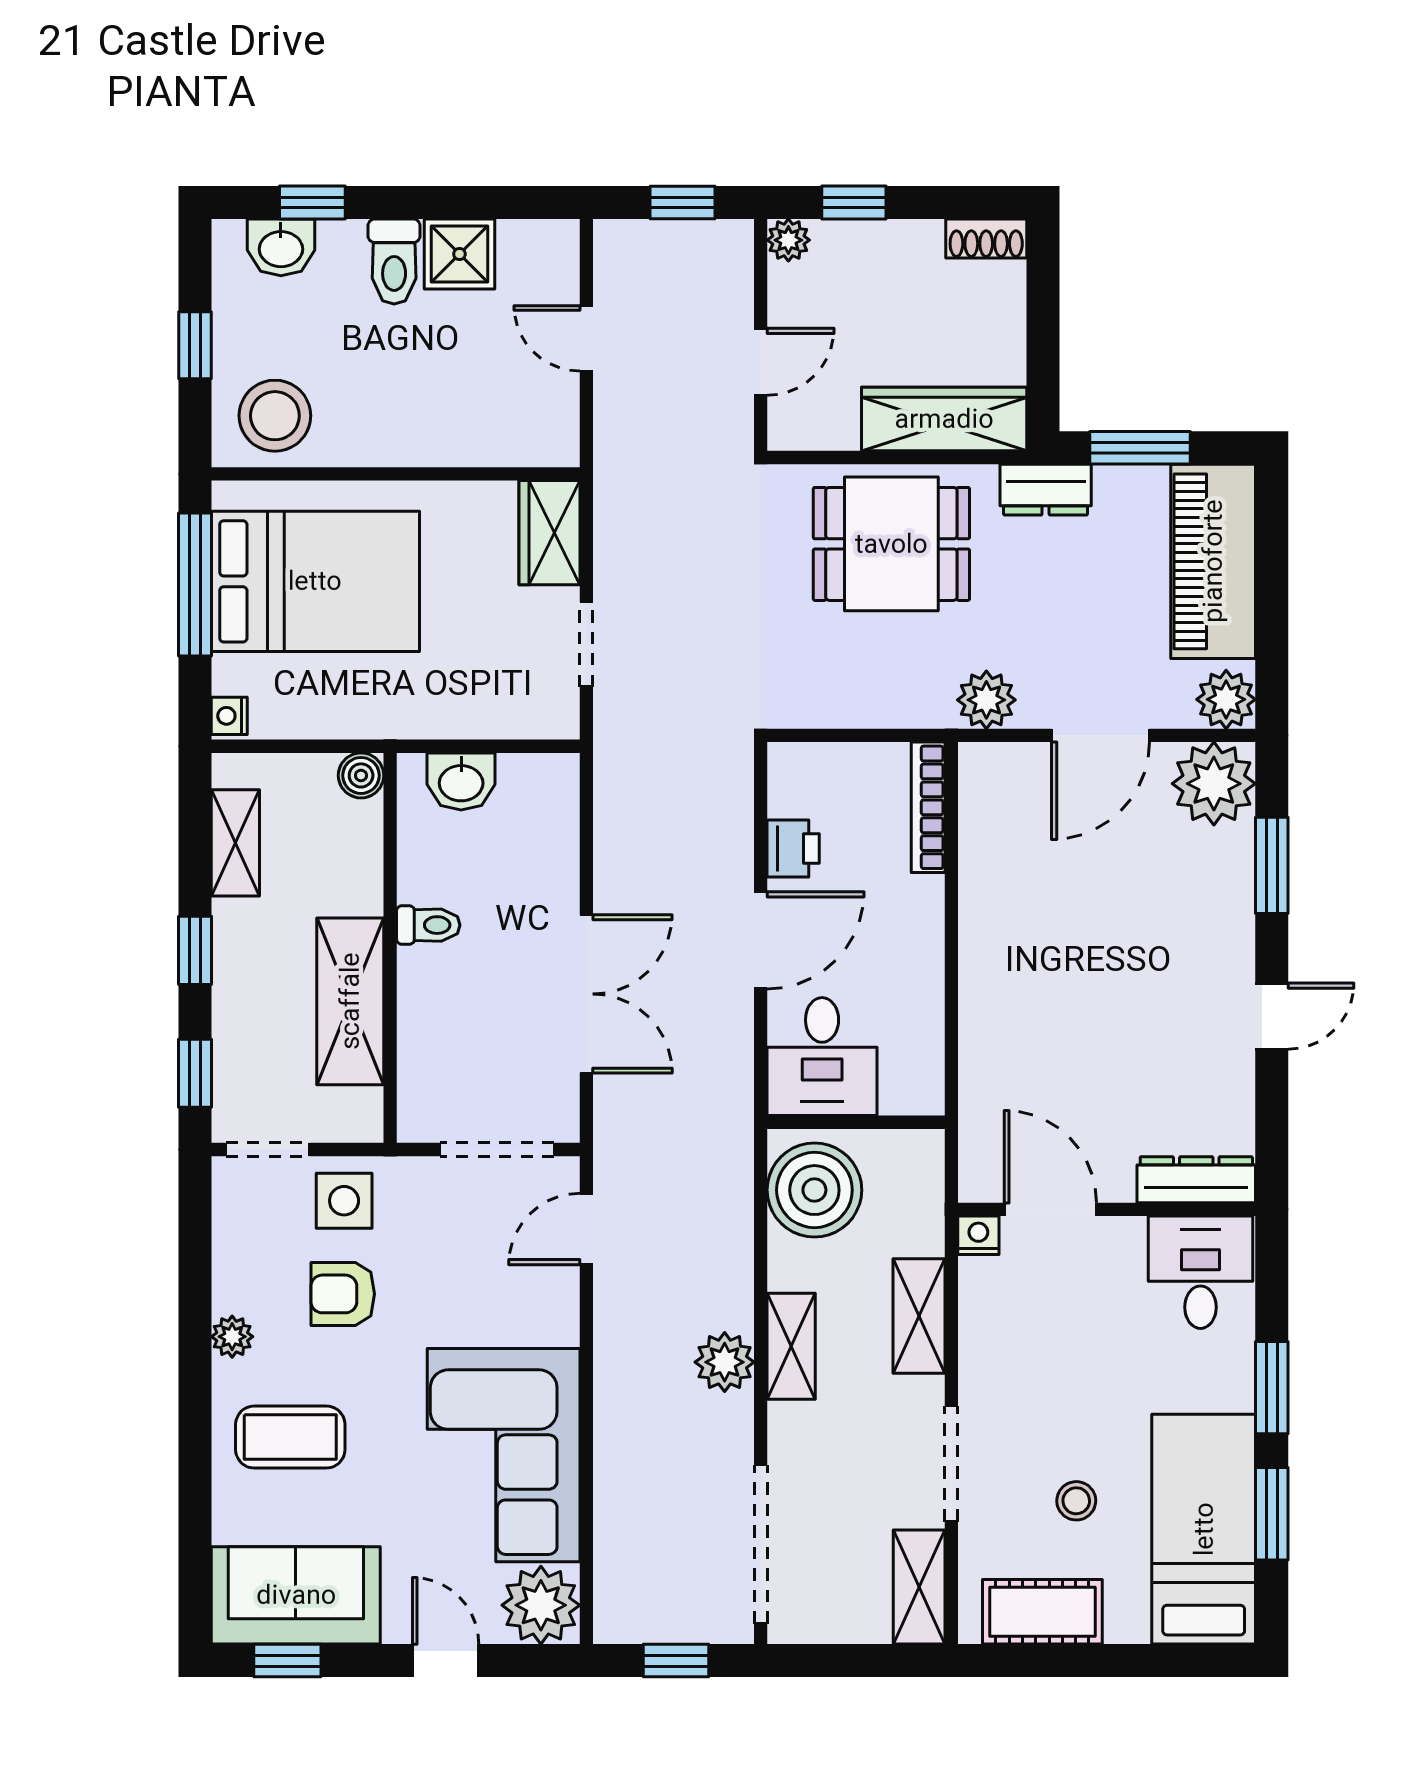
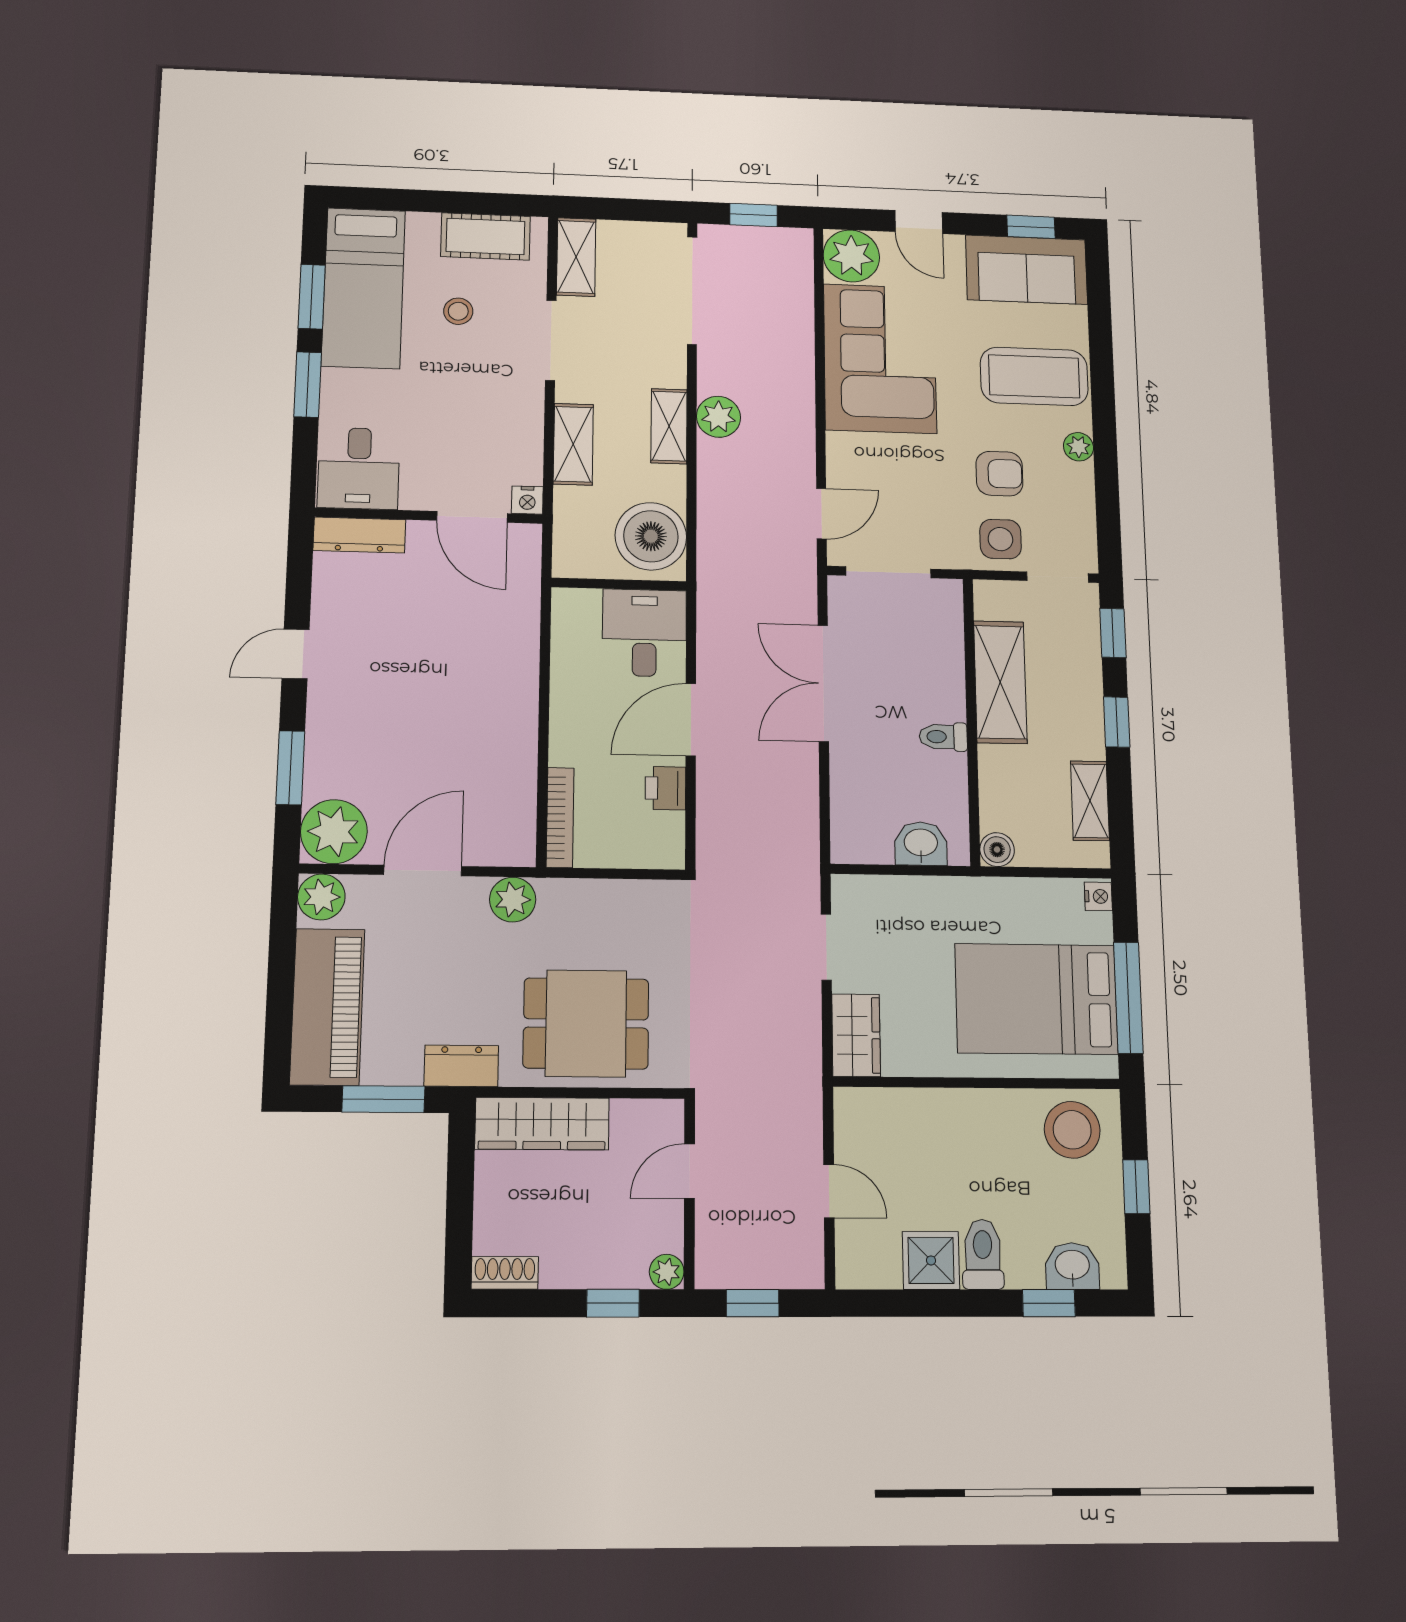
coffee table: (290, 1437) -> (1034, 376), width x1.36, depth x1.32

